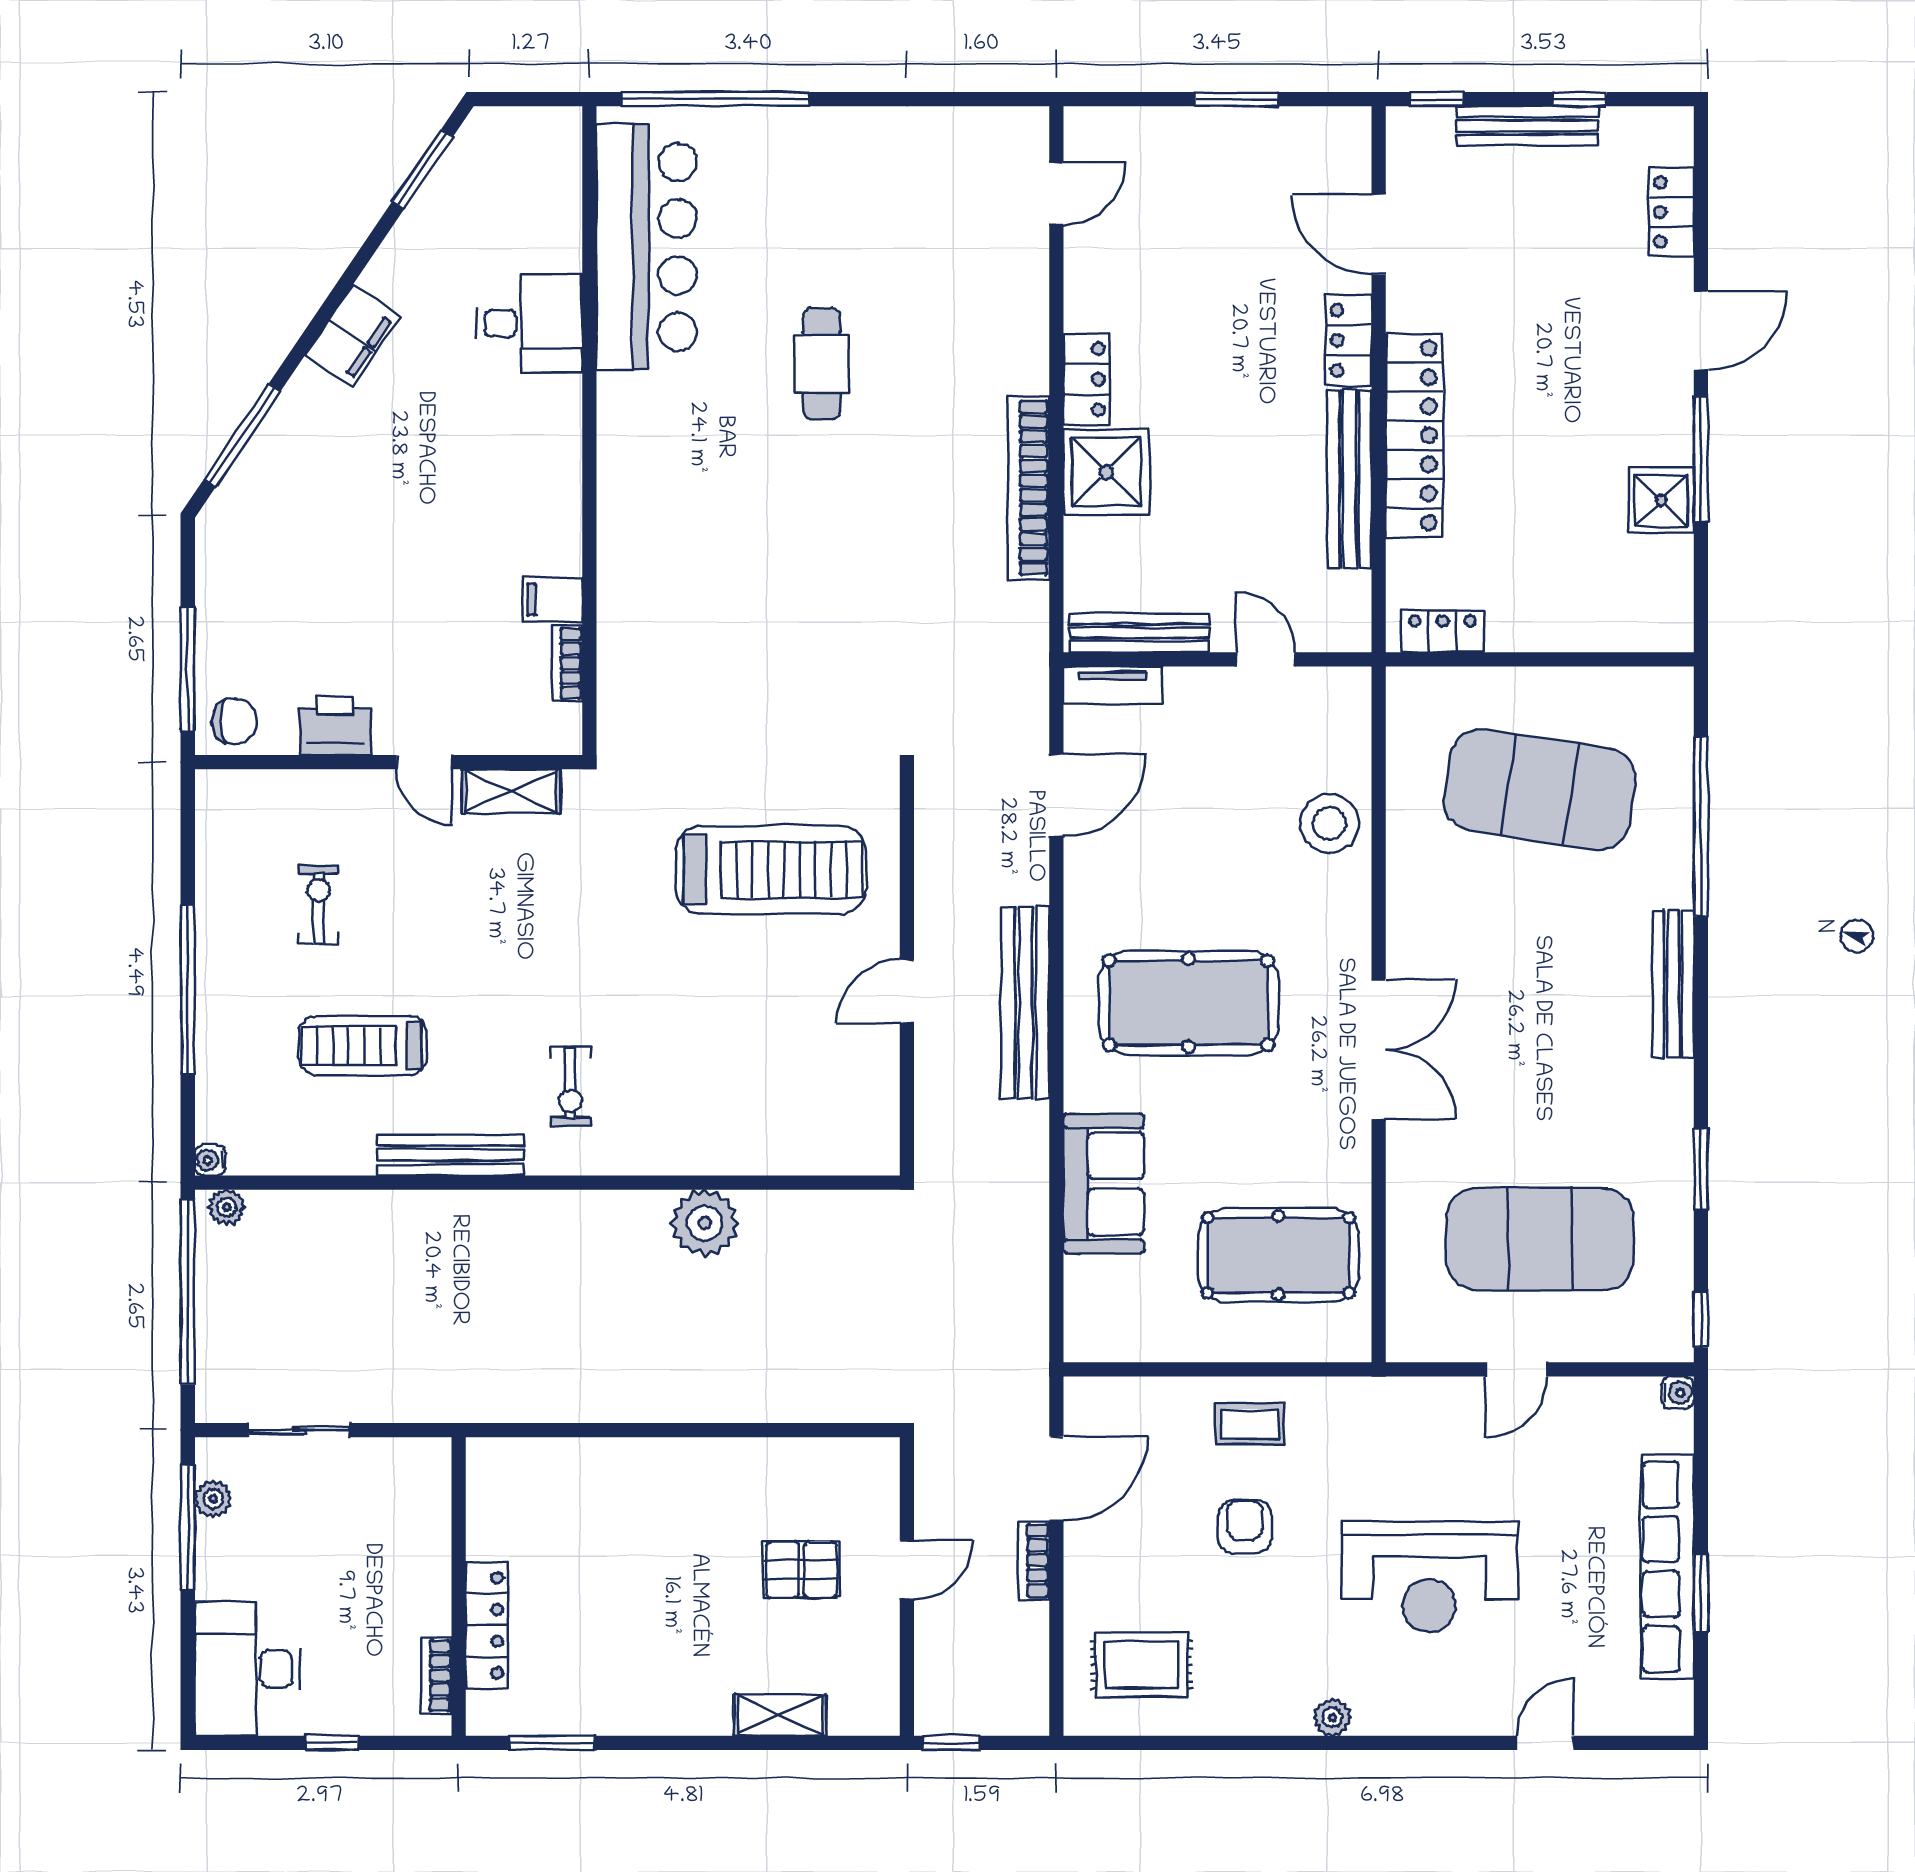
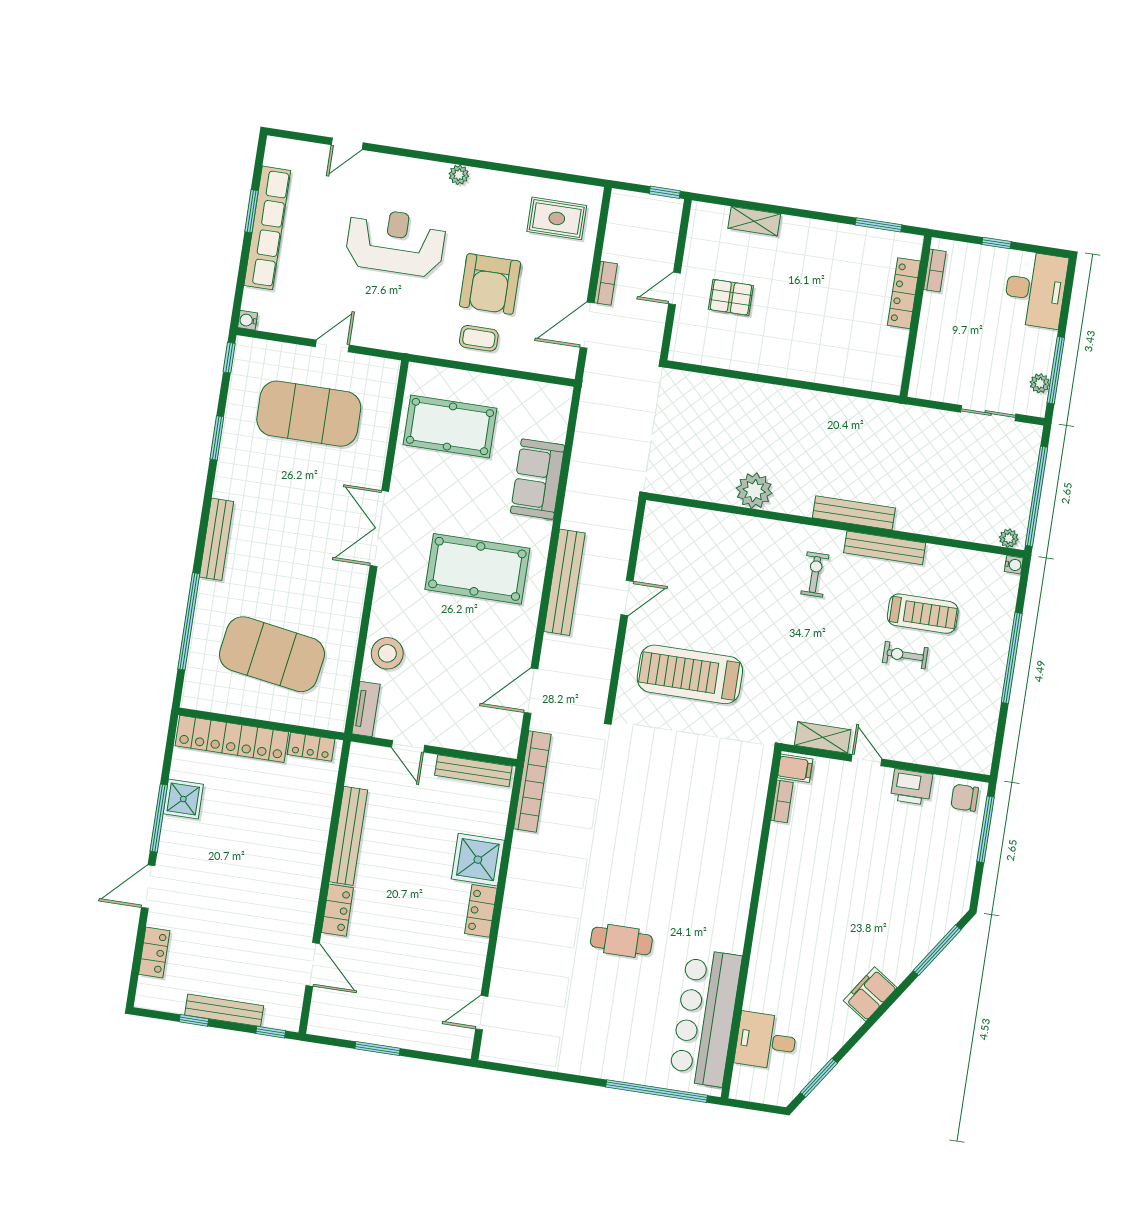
desk: (529, 323) -> (766, 1041), moved
cafe table: (821, 364) -> (621, 941), turned 90
locker: (1414, 435) -> (232, 739), moved, turned -90
bookcase: (1029, 488) -> (532, 781), moved
filing cabinet: (553, 599) -> (795, 768), moved
tv unit: (1113, 685) -> (366, 709), moved, turned 90
exercise bike: (318, 905) -> (905, 655), moved, turned 90
bench: (517, 1210) -> (854, 513), added
armchair: (1245, 1527) -> (490, 284), width x1.88, depth x1.88

